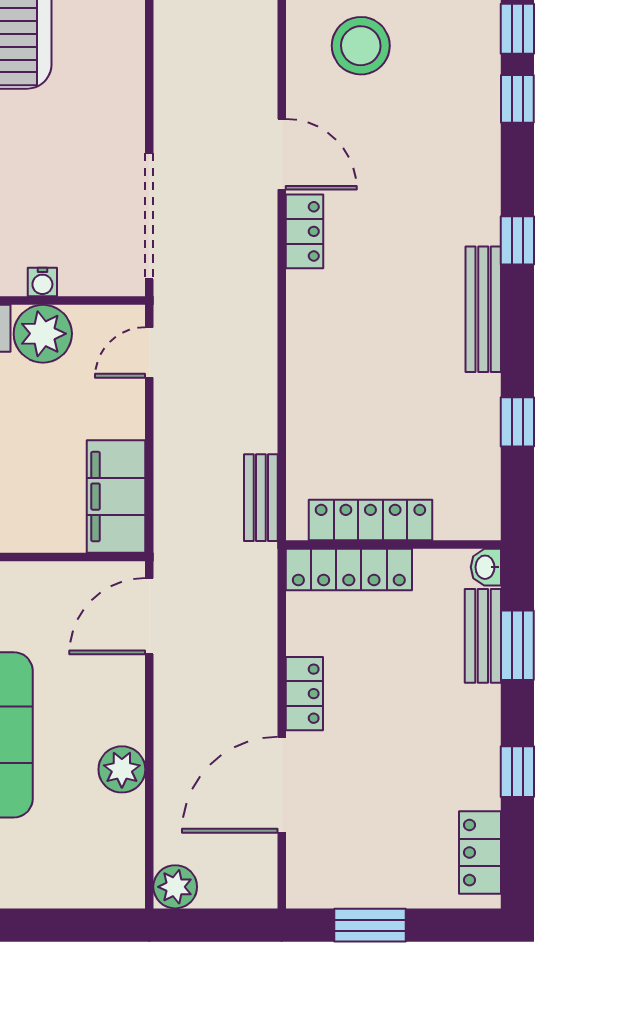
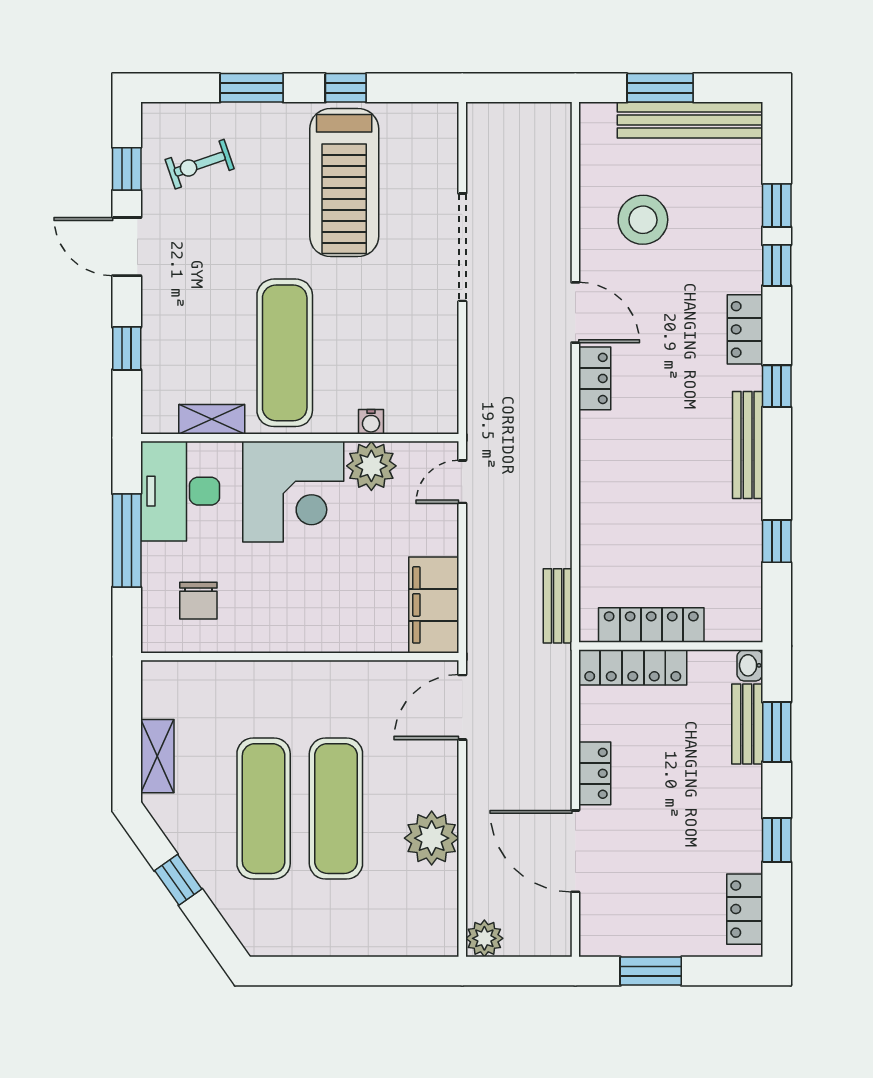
locker: (480, 174) -> (745, 329), added
doorway: (149, 216) -> (462, 247), moved
plant: (122, 769) -> (432, 838), width x1.36, depth x1.36
door: (282, 785) -> (575, 851), hinge flipped

